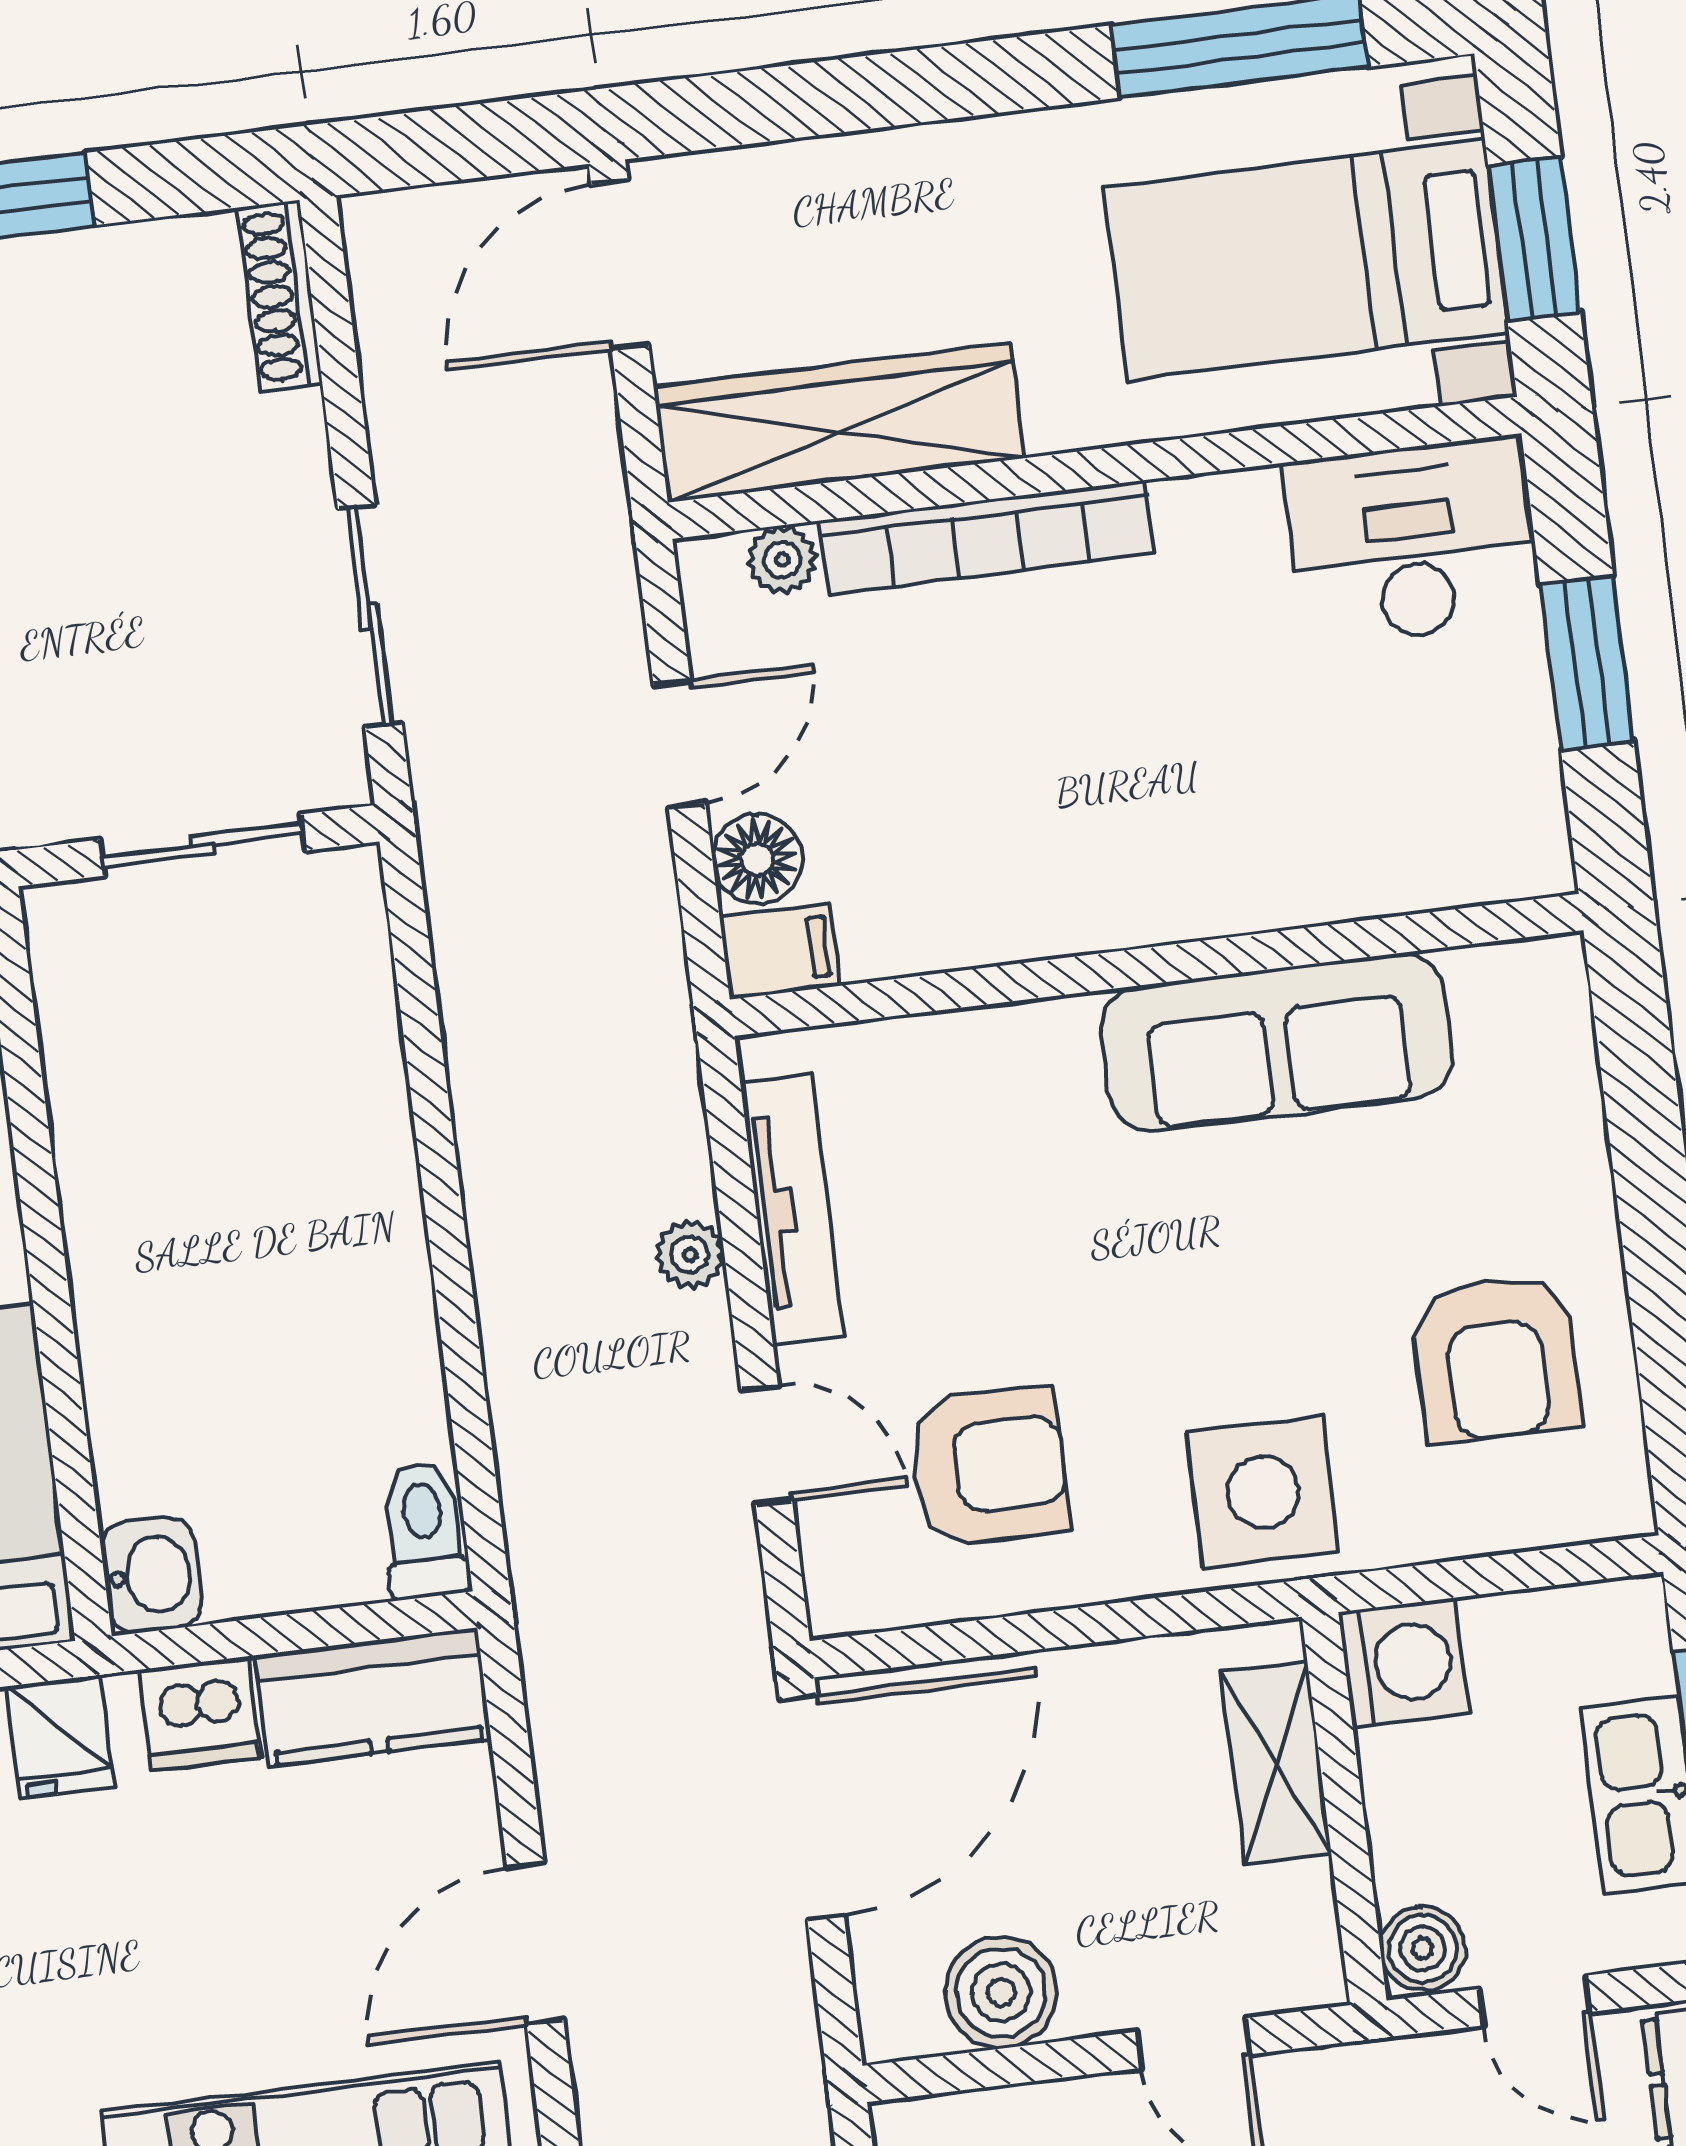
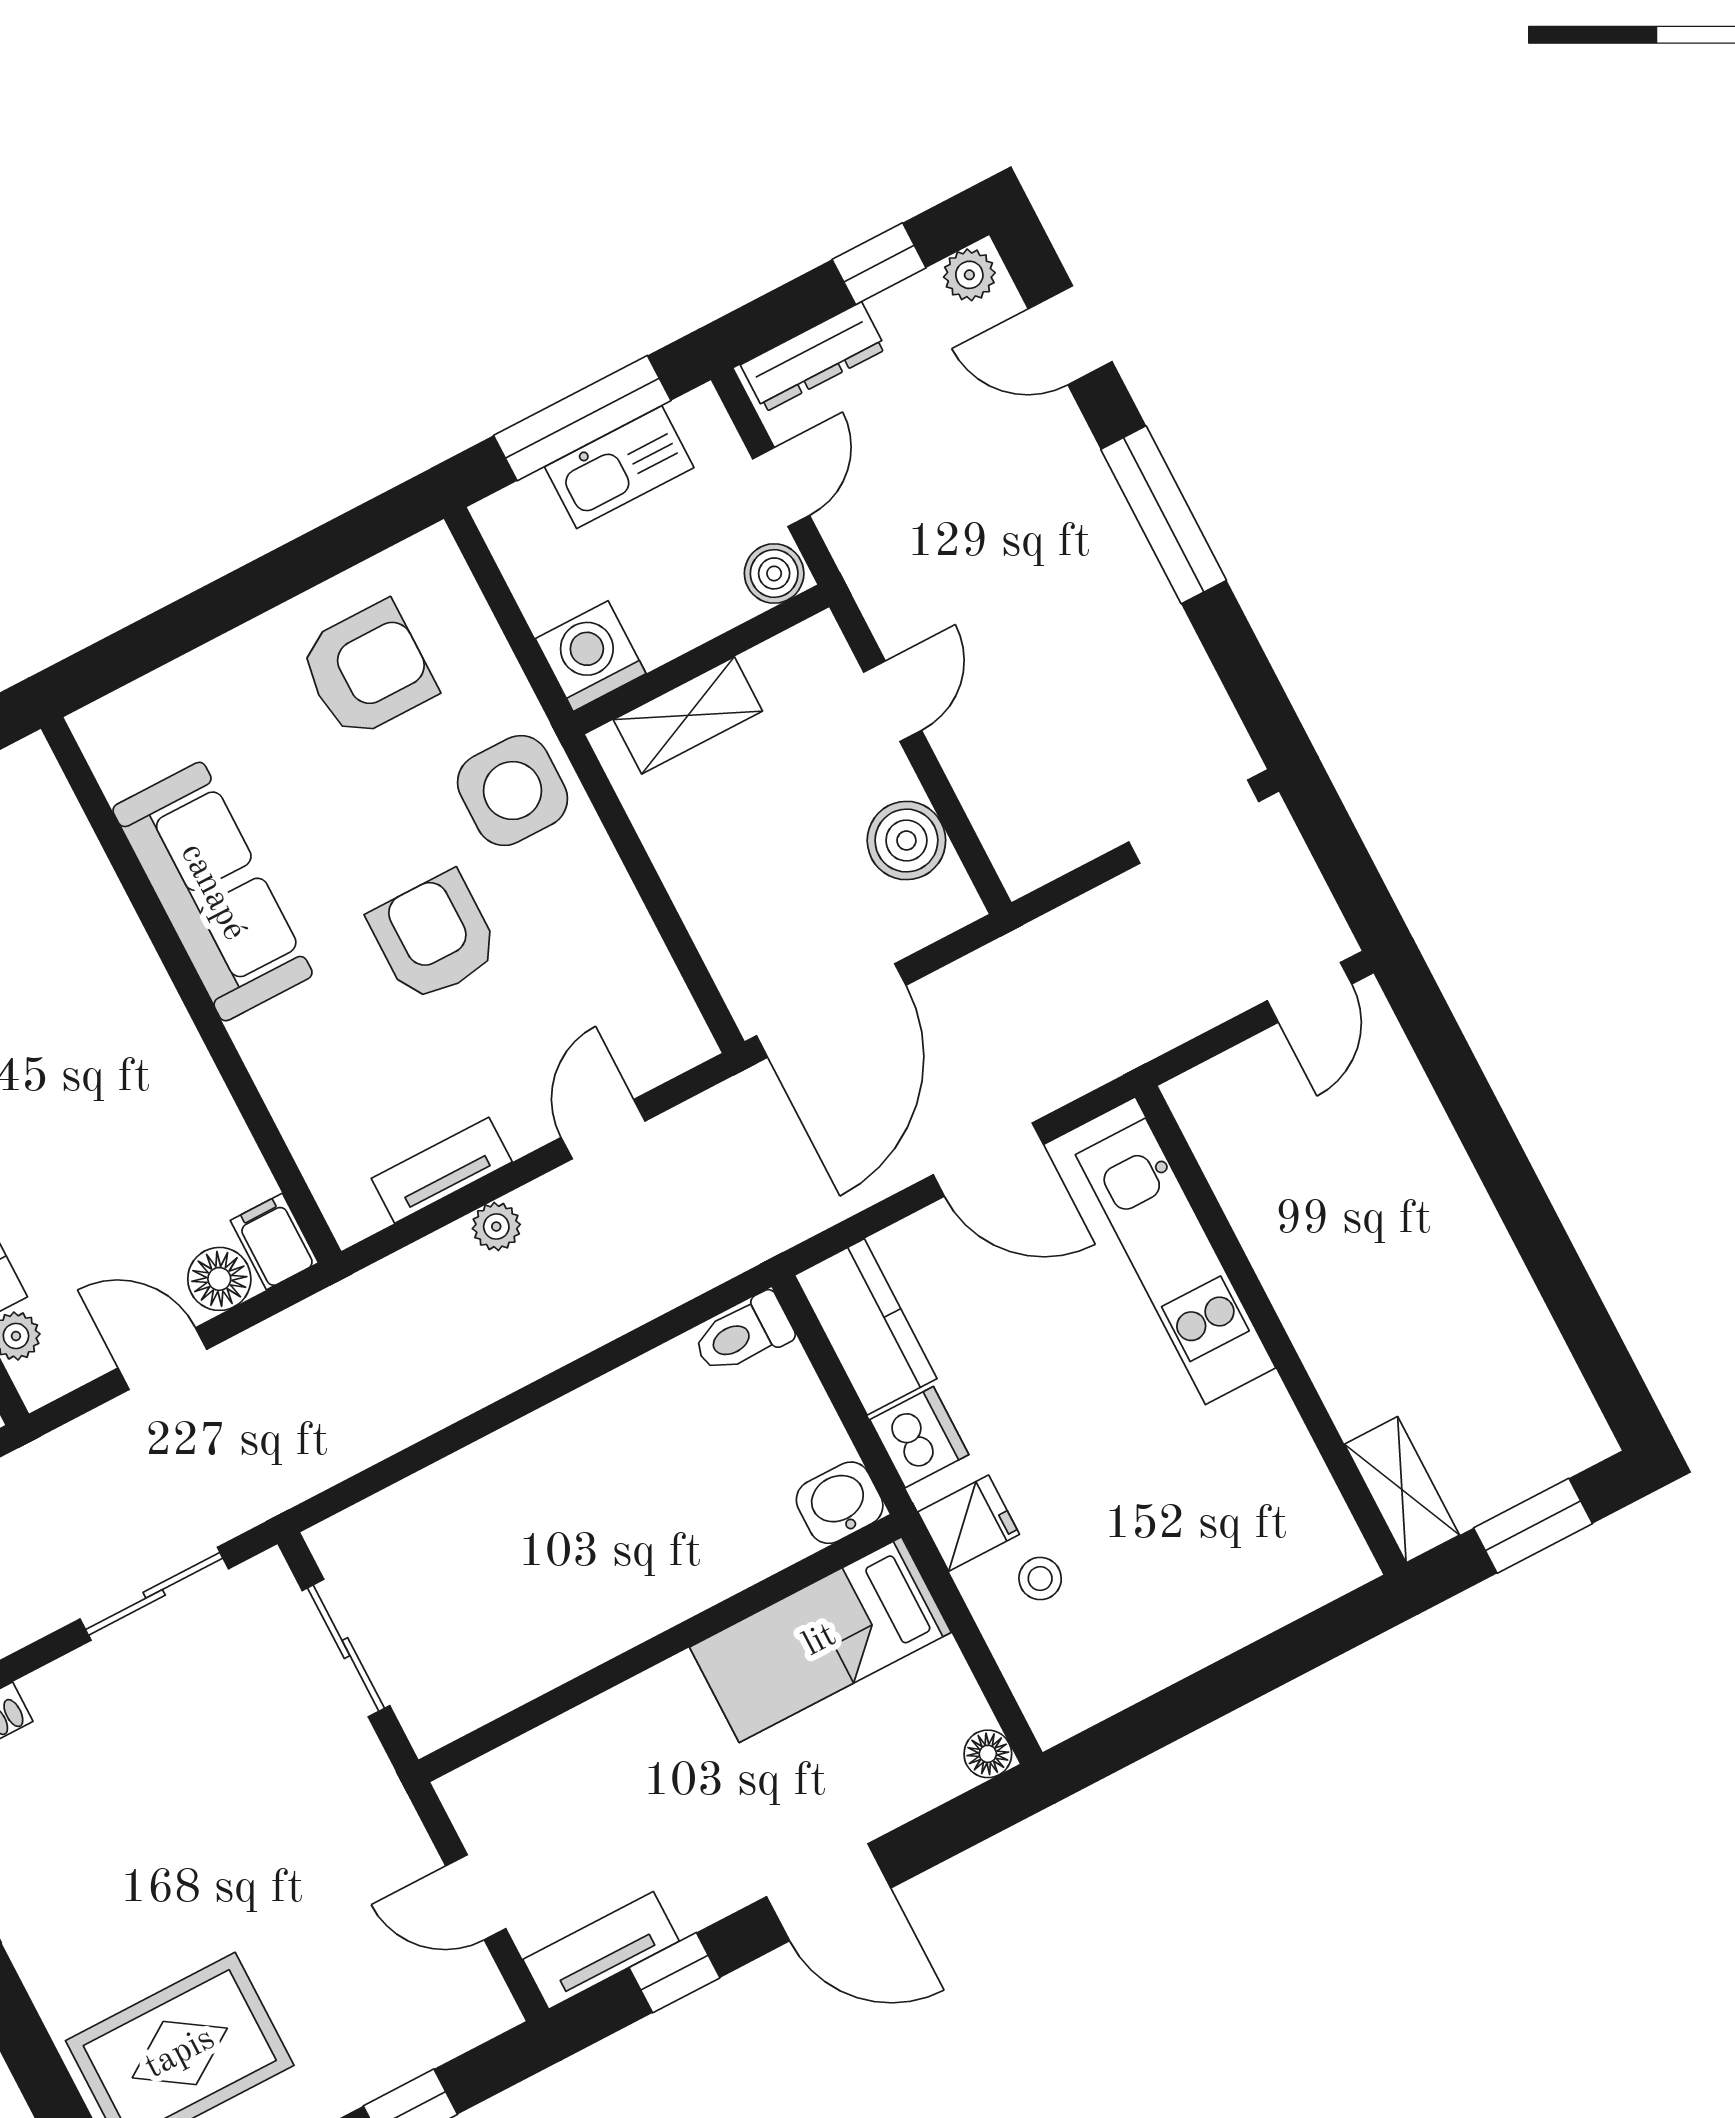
tv unit: (792, 1210) -> (442, 1170), width x0.71
armchair: (989, 1466) -> (434, 937), moved
door: (812, 1808) -> (831, 1010), swing flipped

